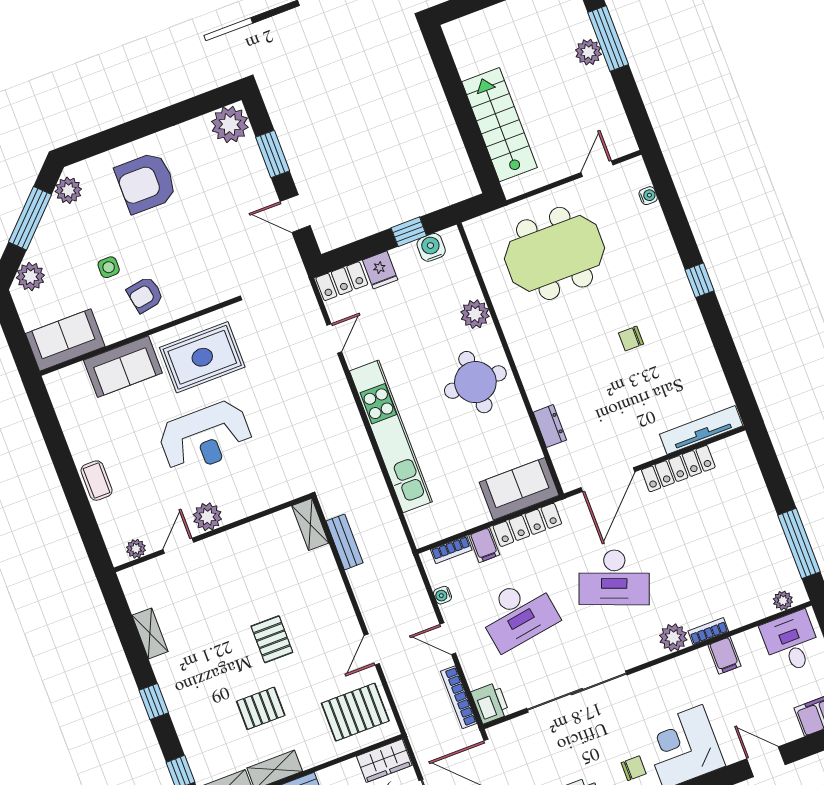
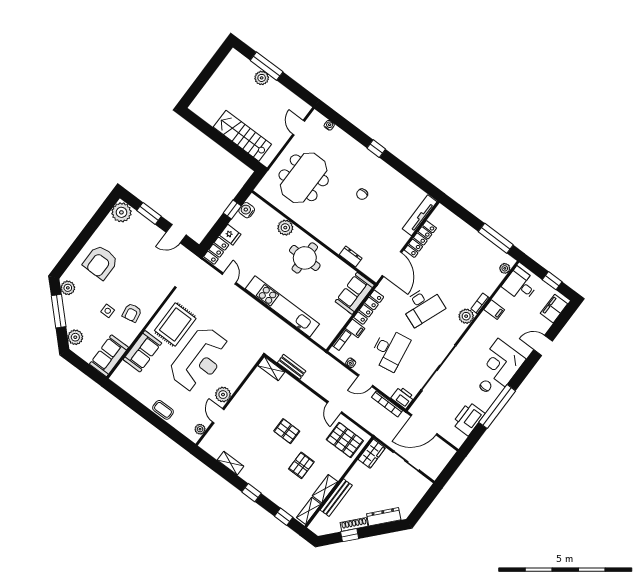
reception desk: (205, 437) -> (199, 359), width x1.36, depth x1.30
pallet: (355, 712) -> (345, 440), turned 90

